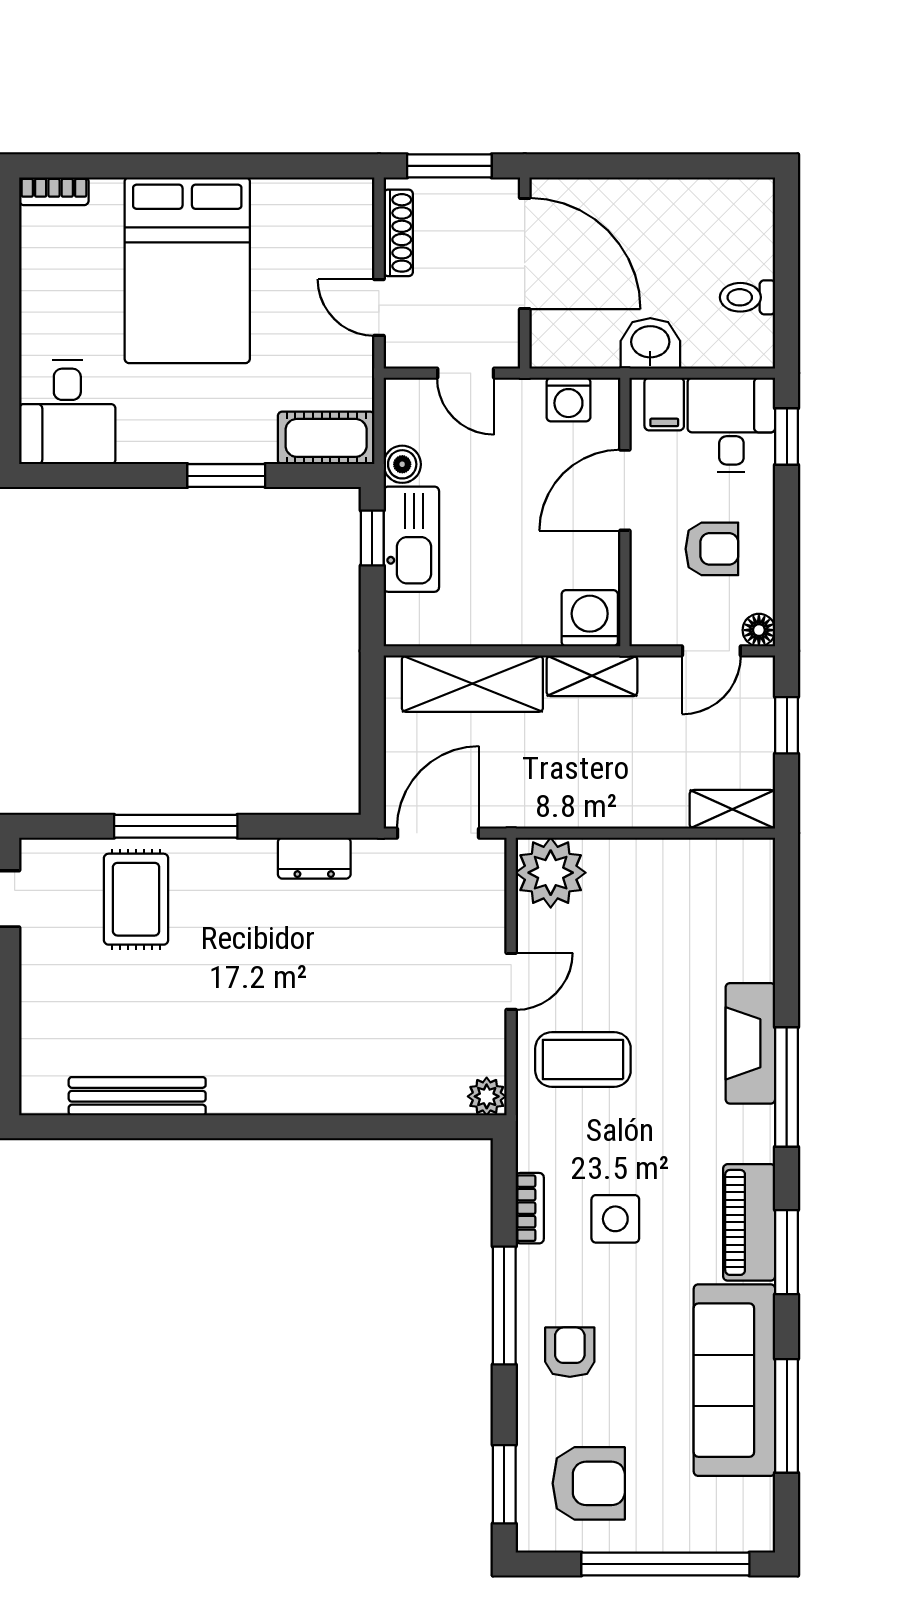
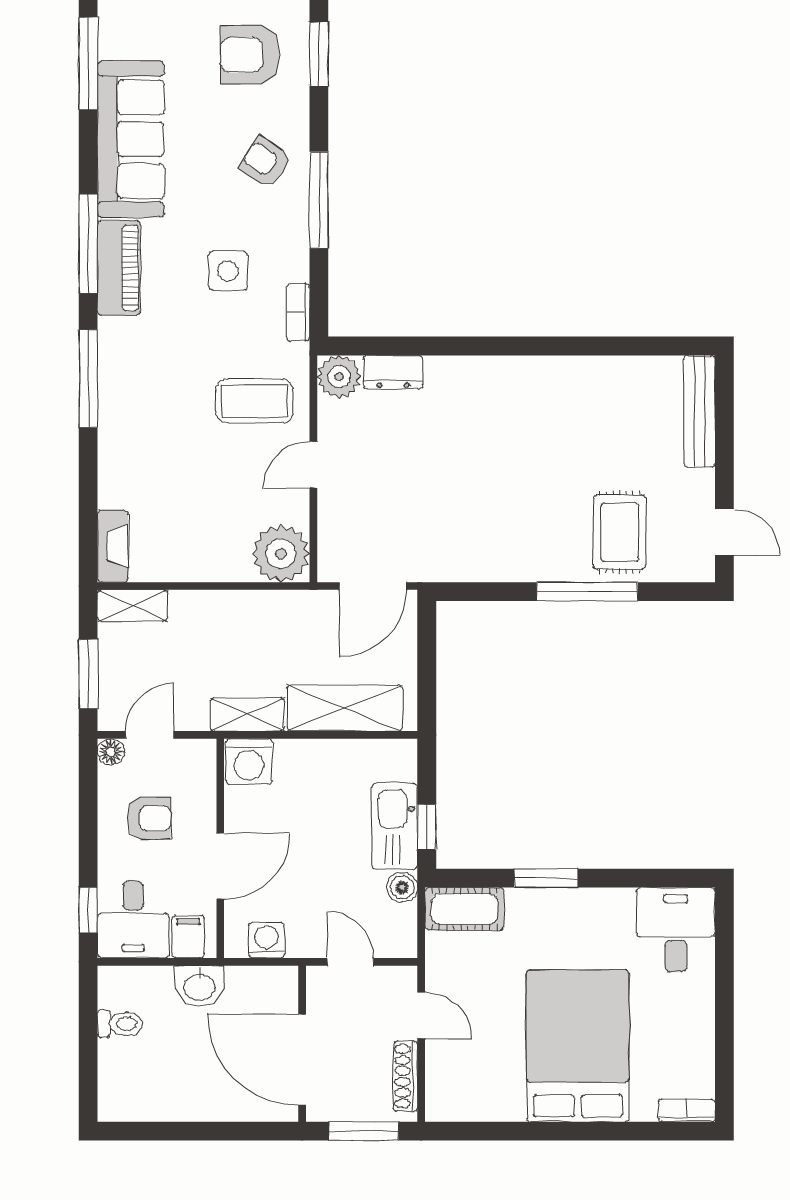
armchair: (712, 549) -> (149, 818), turned 180
window: (787, 725) -> (88, 674), width x1.50
dresser: (314, 858) -> (393, 372), moved, turned 180
fireplace: (750, 1043) -> (113, 546), moved, width x0.73, depth x0.76
bench: (137, 1096) -> (699, 411), moved, turned 90
plant: (487, 1096) -> (339, 377), width x1.38, depth x1.38
bookcase: (530, 1208) -> (298, 312), moved
window: (787, 1252) -> (88, 244), width x1.44
armchair: (570, 1352) -> (265, 162), turned 123
window: (787, 1416) -> (88, 63), moved

